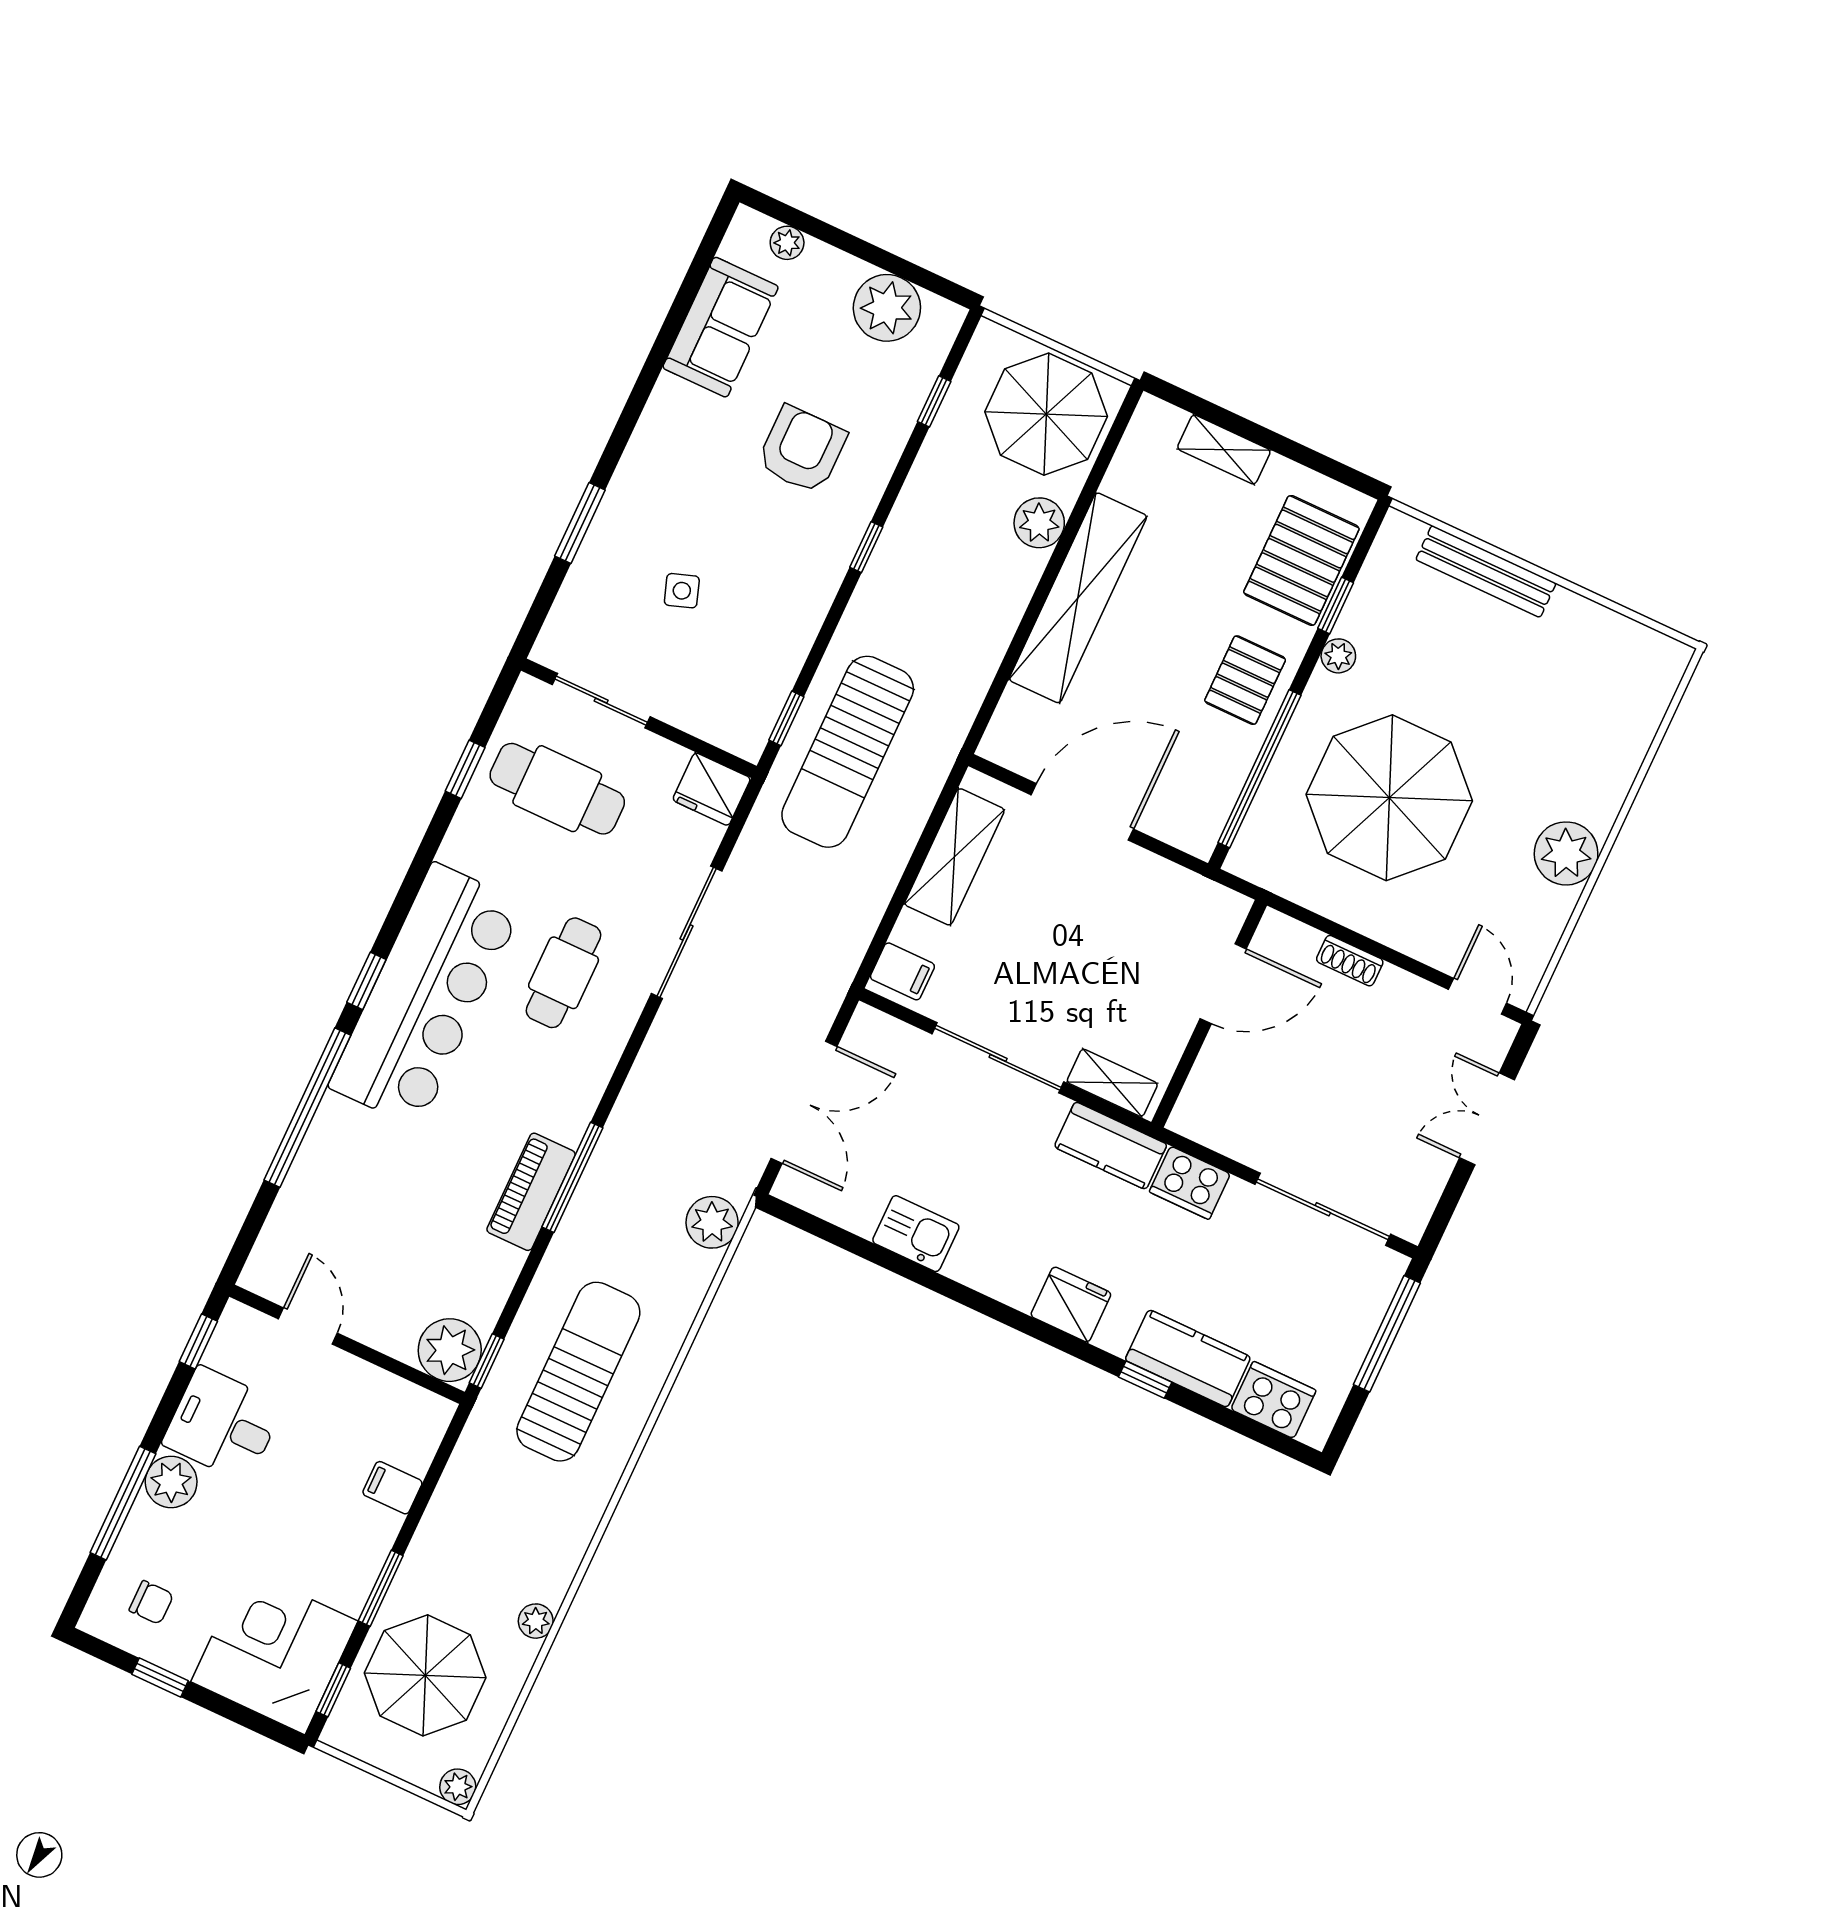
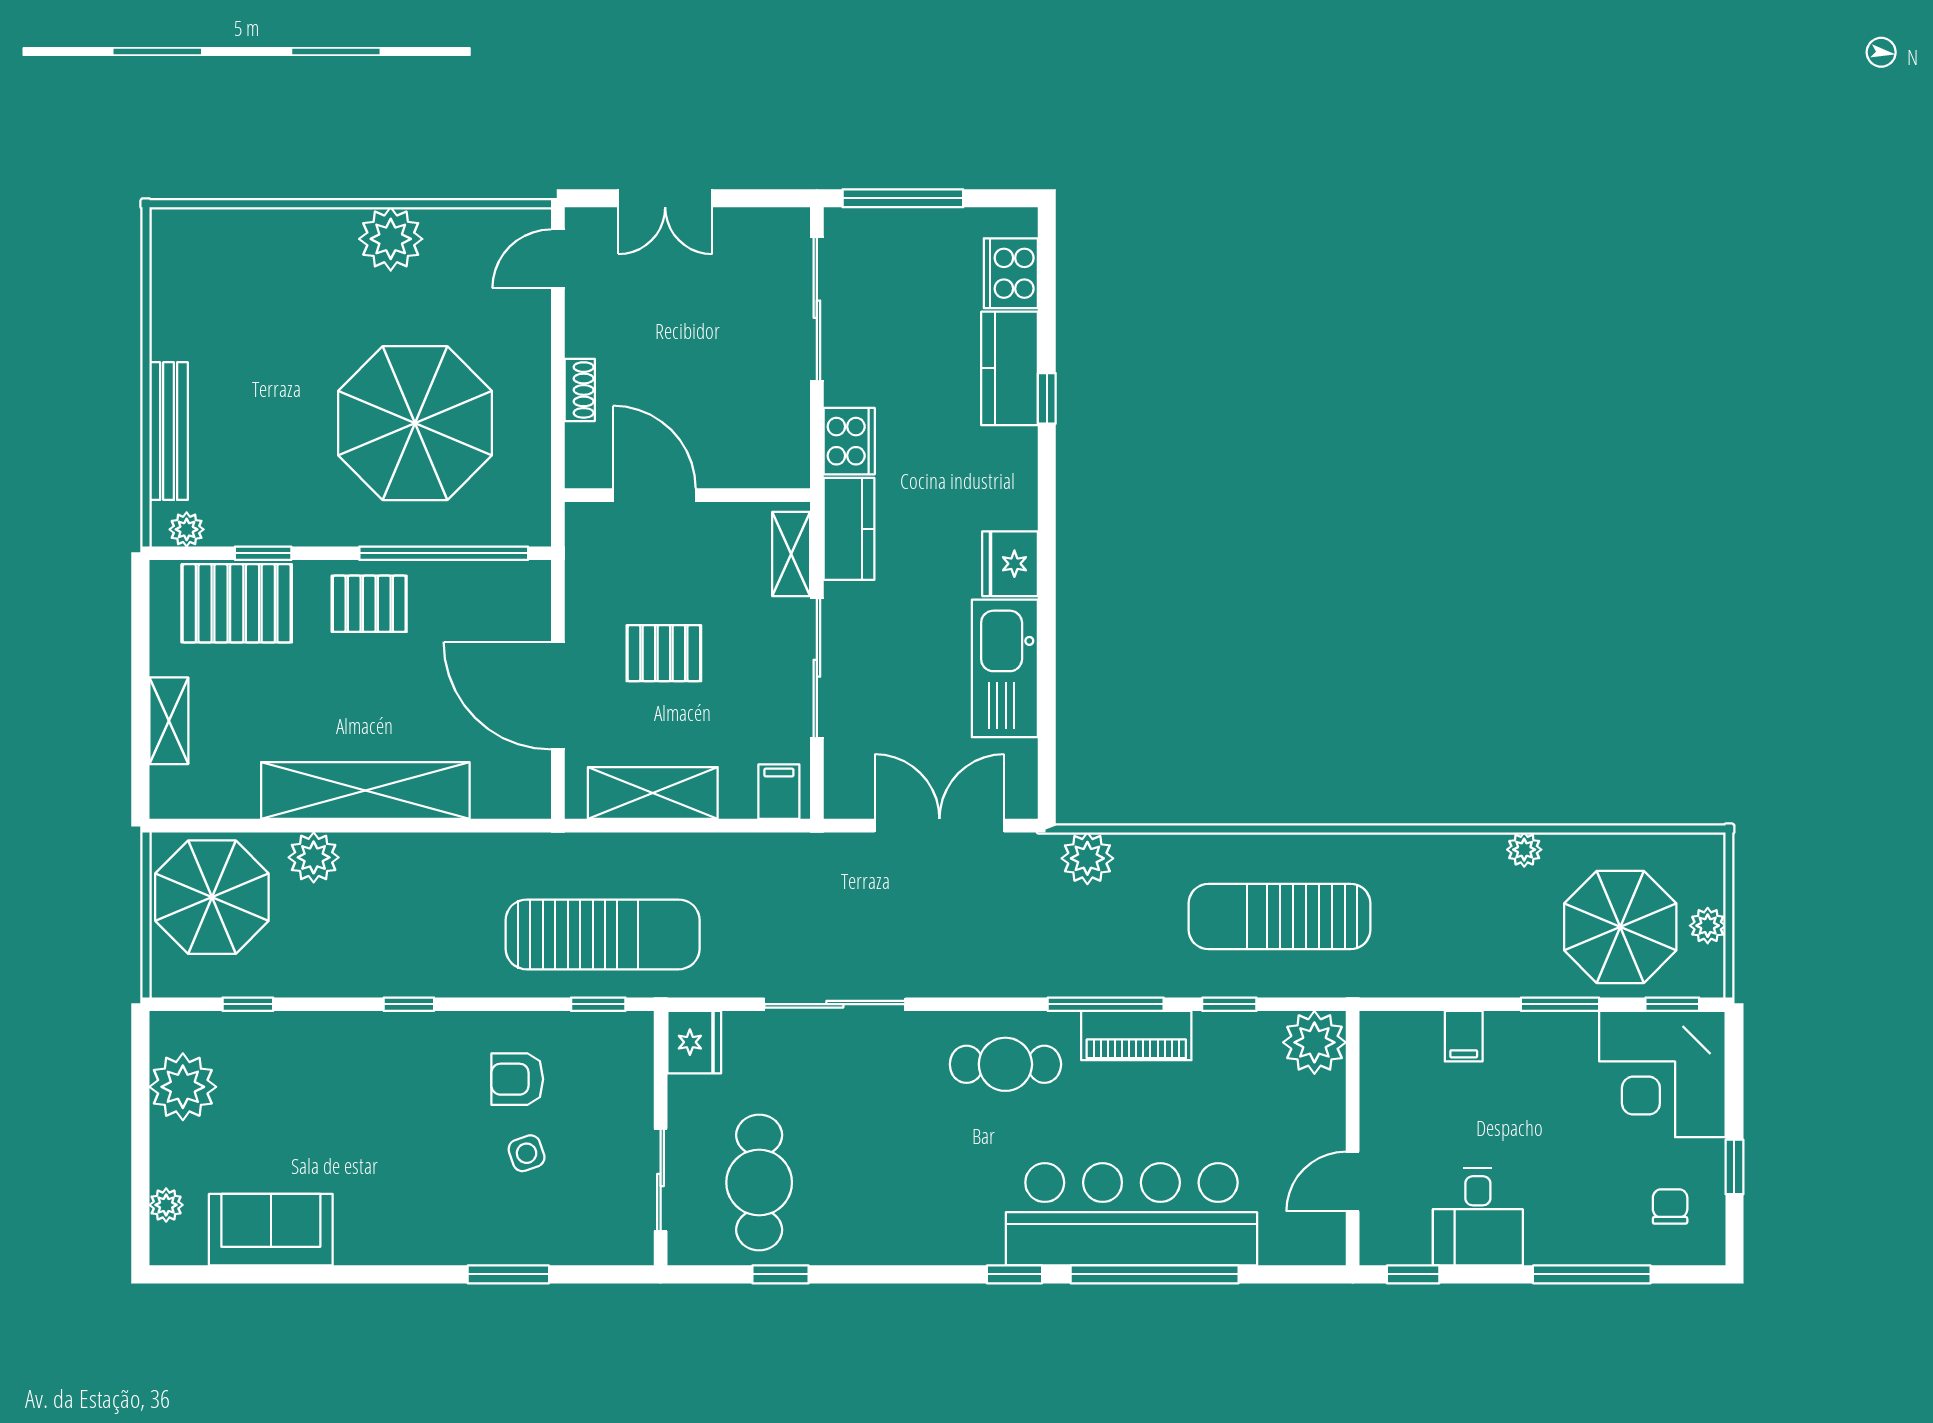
armchair: (802, 450) -> (517, 1079), moved, width x0.72, depth x0.72
plant: (1338, 656) -> (187, 529), moved
pallet: (1076, 926) -> (664, 653), added
cafe table: (564, 973) -> (1005, 1064), moved
bar counter: (426, 995) -> (1131, 1214), moved
kitchen sink: (916, 1234) -> (1005, 668), width x1.87, depth x1.24
fridge: (1071, 1304) -> (1010, 564), moved
window: (487, 1361) -> (1229, 1004), moved
plant: (171, 1482) -> (1552, 1240), removed
plant: (458, 1787) -> (1708, 926), moved

